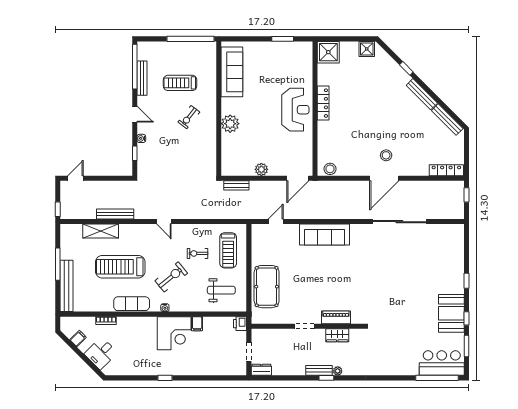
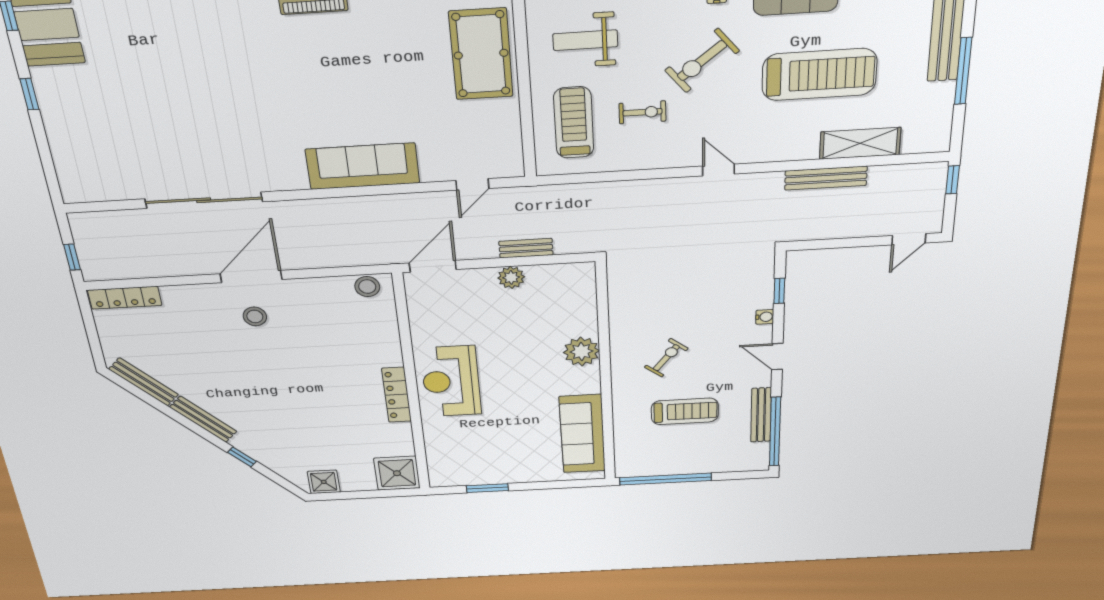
bench: (236, 185) -> (526, 248), moved

